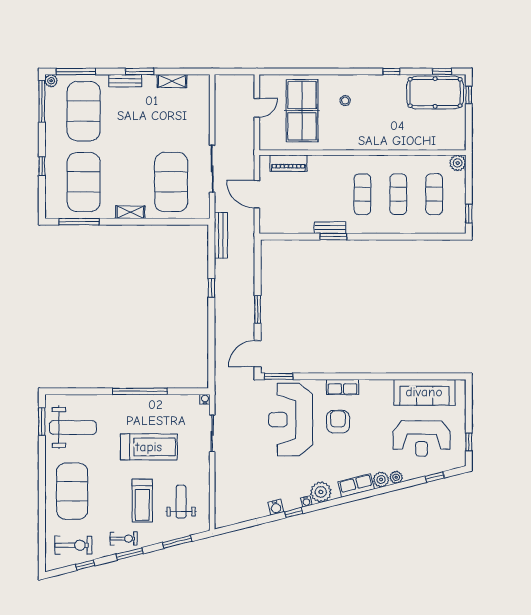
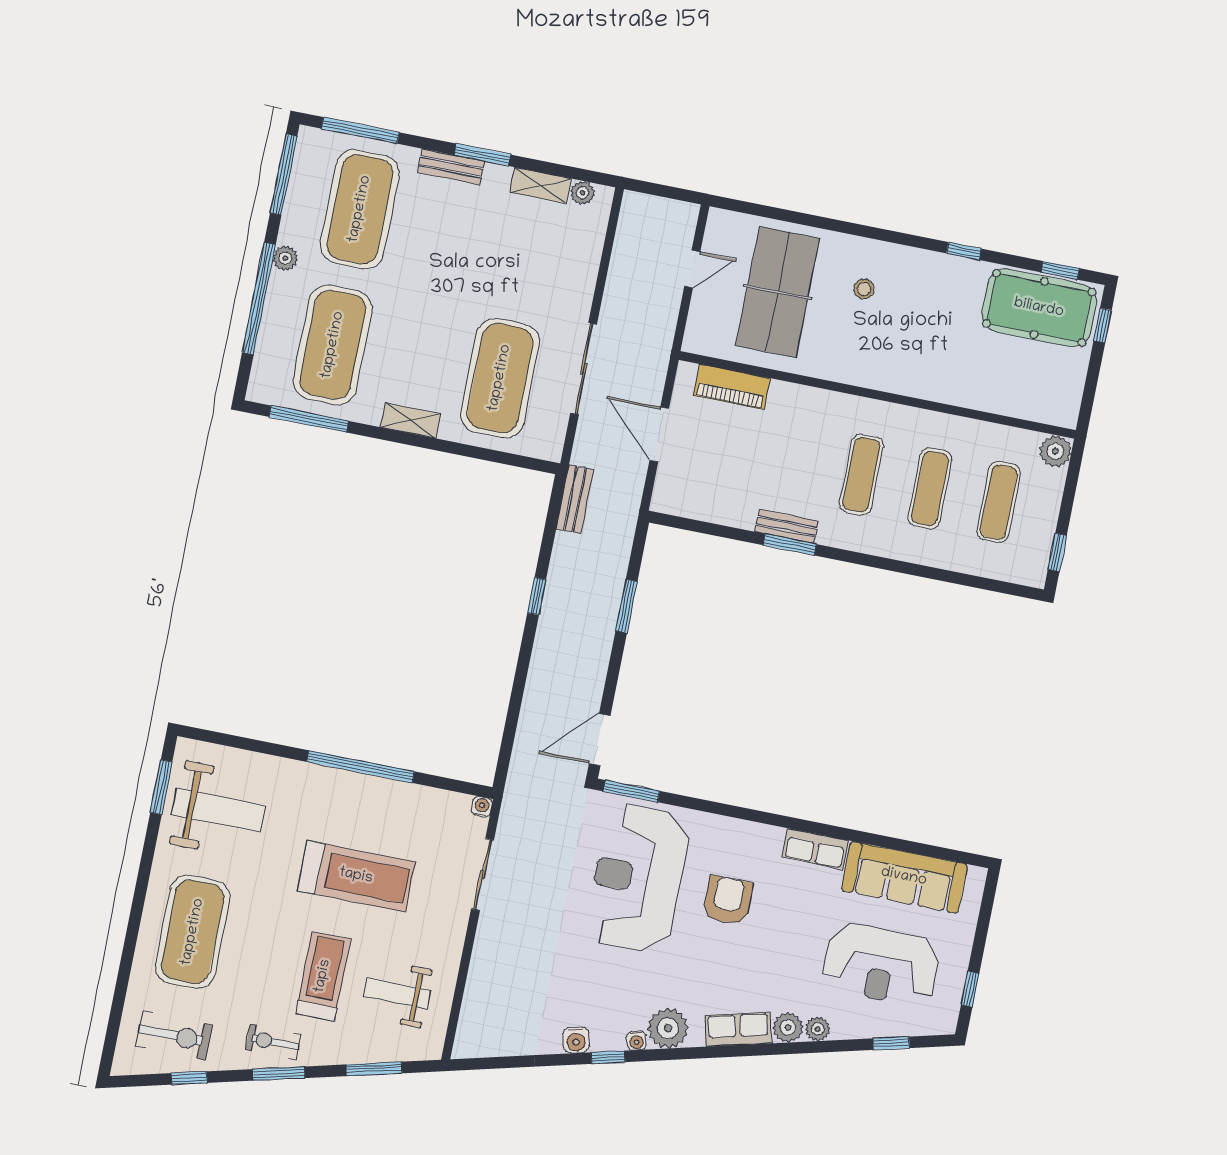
plant: (51, 81) -> (285, 258), moved
plant: (194, 81) -> (583, 193), added
window: (42, 166) -> (259, 299), width x3.17
bench: (221, 235) -> (575, 499), width x0.73
window: (258, 309) -> (626, 606), moved
row of seats: (343, 387) -> (815, 849), moved
treadmill: (142, 501) -> (323, 976), turned 180
weight bench: (181, 502) -> (397, 993), turned -90
exercise bike: (124, 539) -> (273, 1042), turned 180

